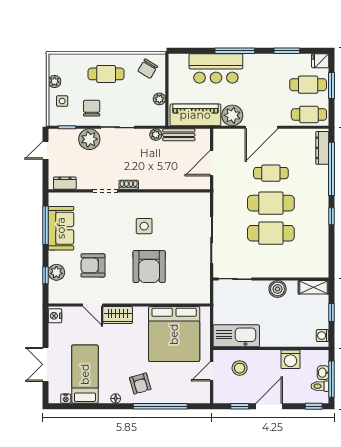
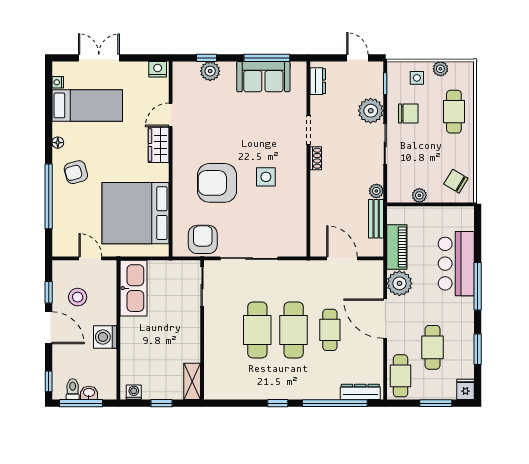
cafe table: (106, 74) -> (454, 112), moved
cafe table: (308, 85) -> (433, 347), moved
piano: (195, 115) -> (397, 247), width x0.73, depth x0.75
armchair: (93, 265) -> (203, 239), moved
boiler: (278, 289) -> (190, 338), removed
washing machine: (290, 359) -> (105, 337), moved
stool: (240, 368) -> (78, 297), moved

